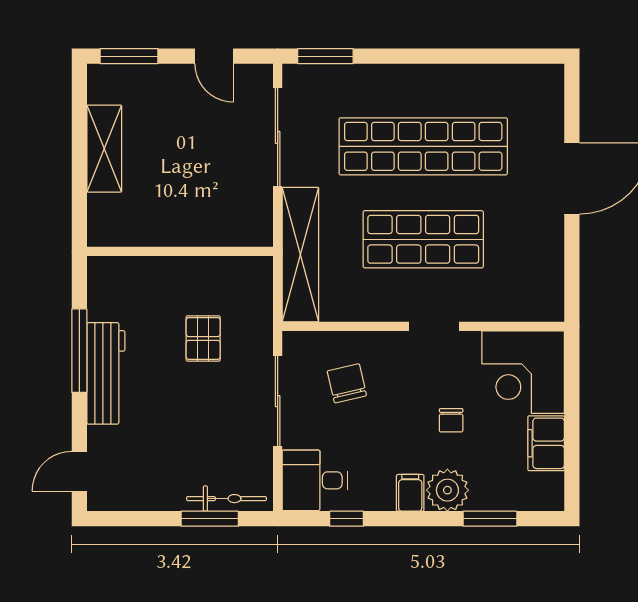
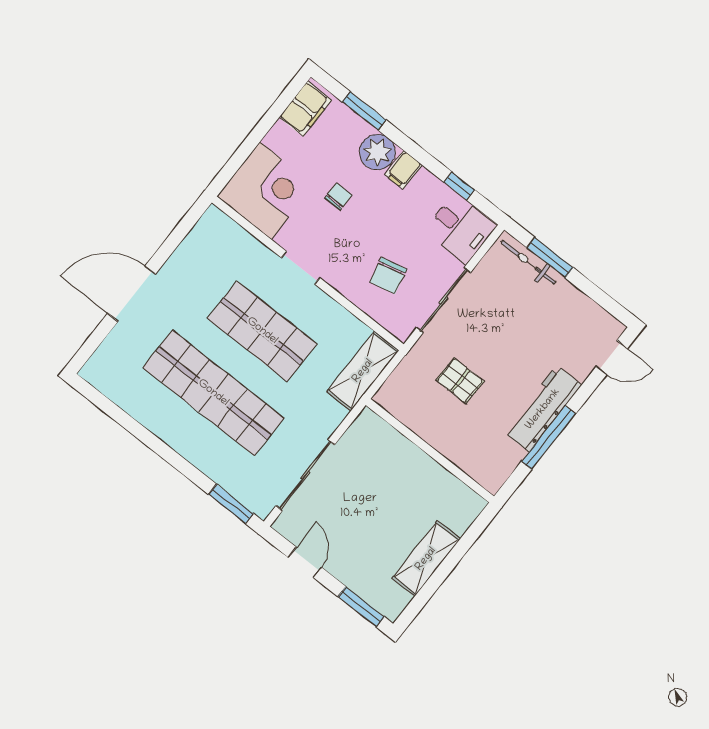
shelving: (300, 255) -> (363, 371), width x0.68
pallet: (203, 338) -> (460, 381), turned 90
filing cabinet: (546, 443) -> (305, 109), moved

